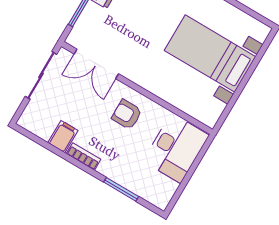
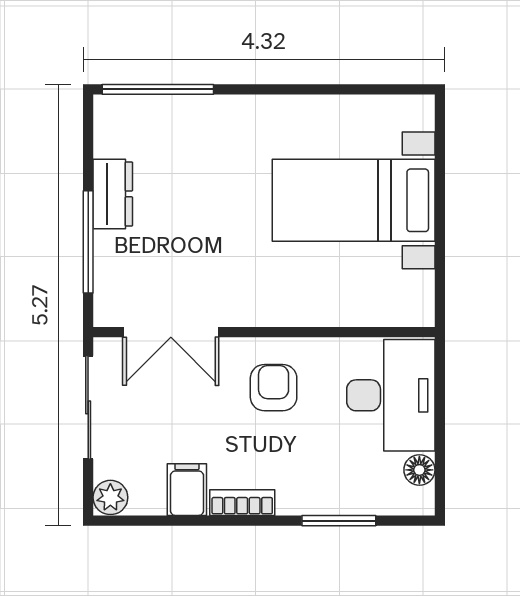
armchair: (127, 115) -> (274, 388), turned 90
plant: (27, 120) -> (110, 497), added
floor lamp: (169, 188) -> (419, 470), added

